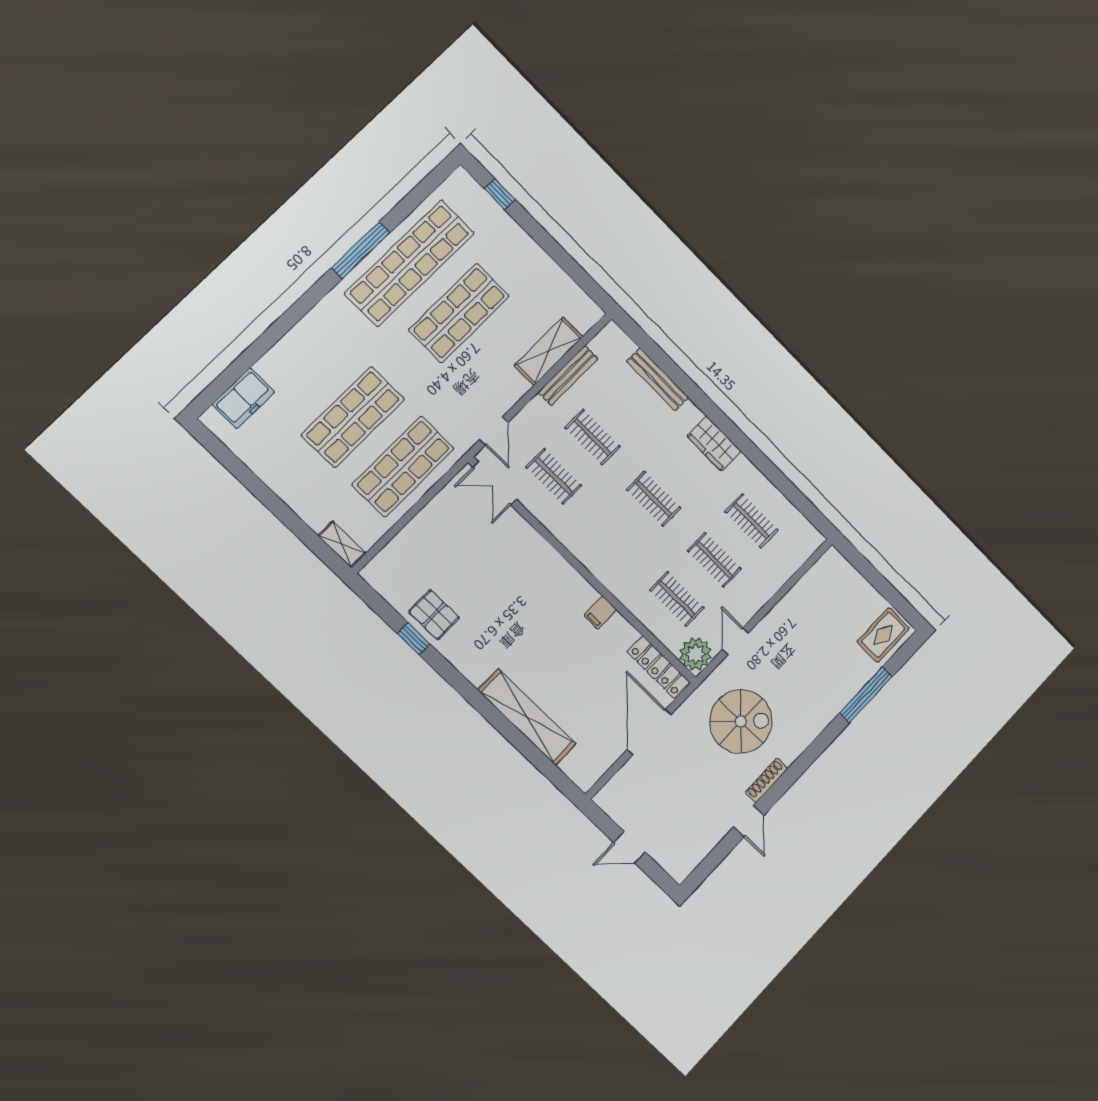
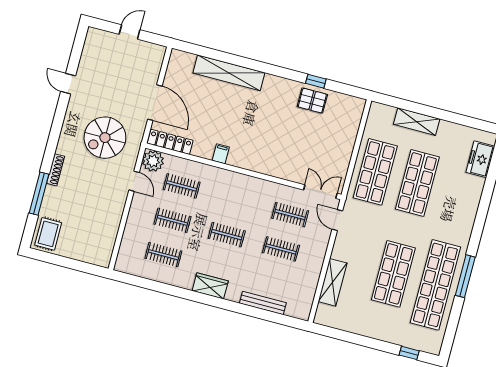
bench: (568, 375) -> (314, 275), removed
shelving: (342, 544) -> (417, 122), moved, width x1.50, depth x1.33
shoe rack: (767, 780) -> (56, 170), moved

